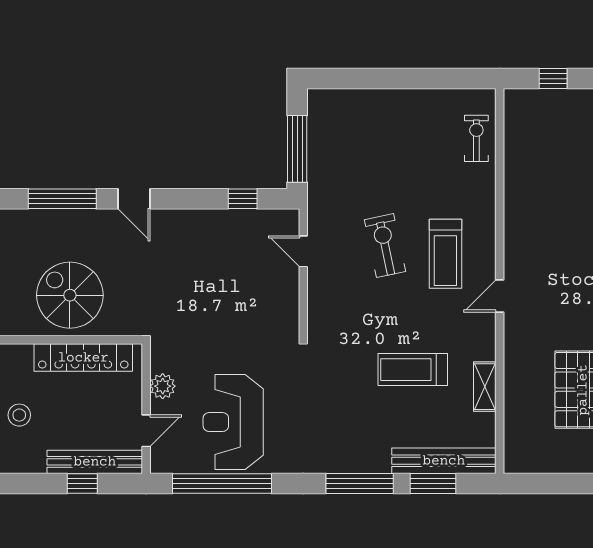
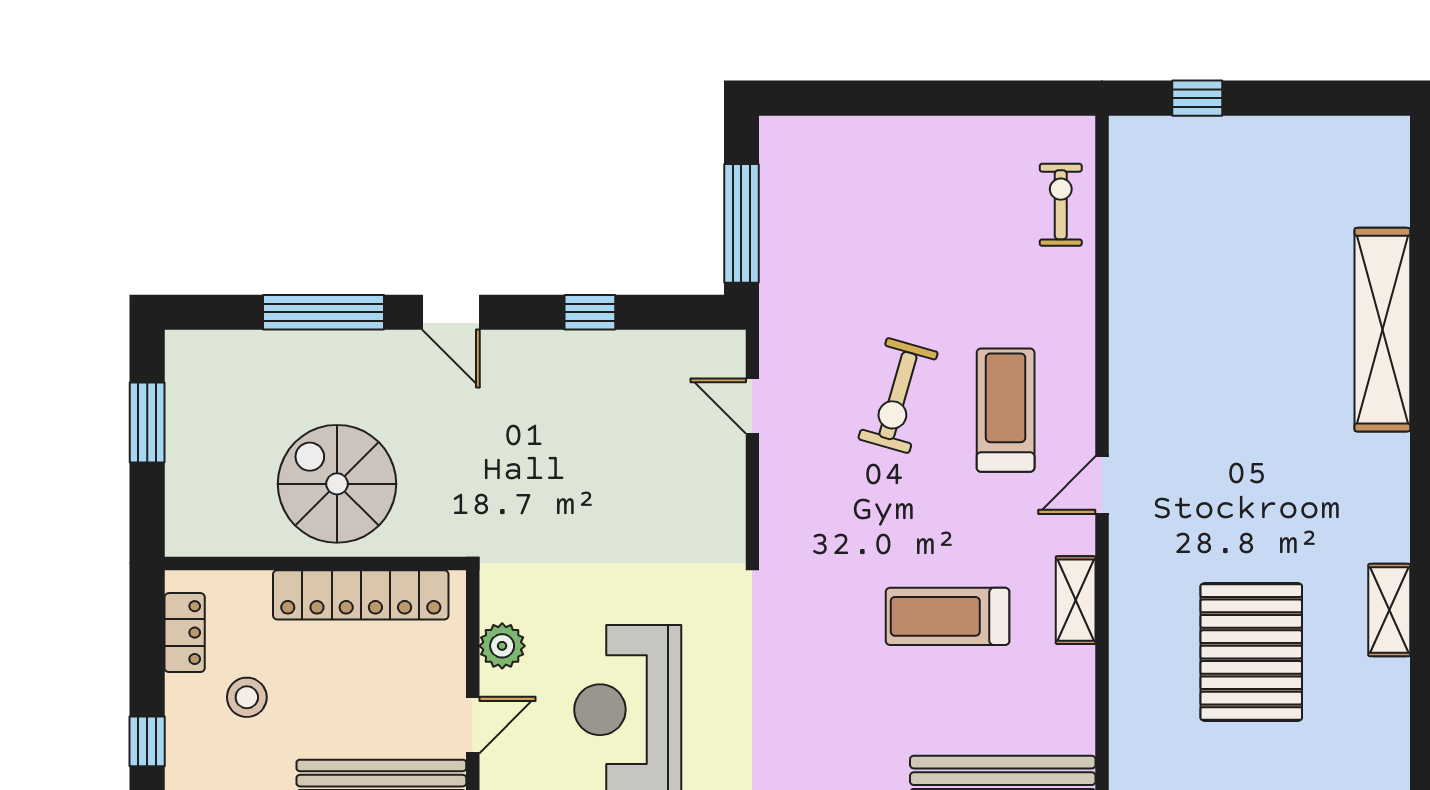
window: (243, 199) -> (590, 312), moved
exercise bike: (385, 246) -> (898, 396), turned -152
treadmill: (445, 254) -> (1006, 410), turned 180
shelving: (485, 387) -> (1076, 600), moved

